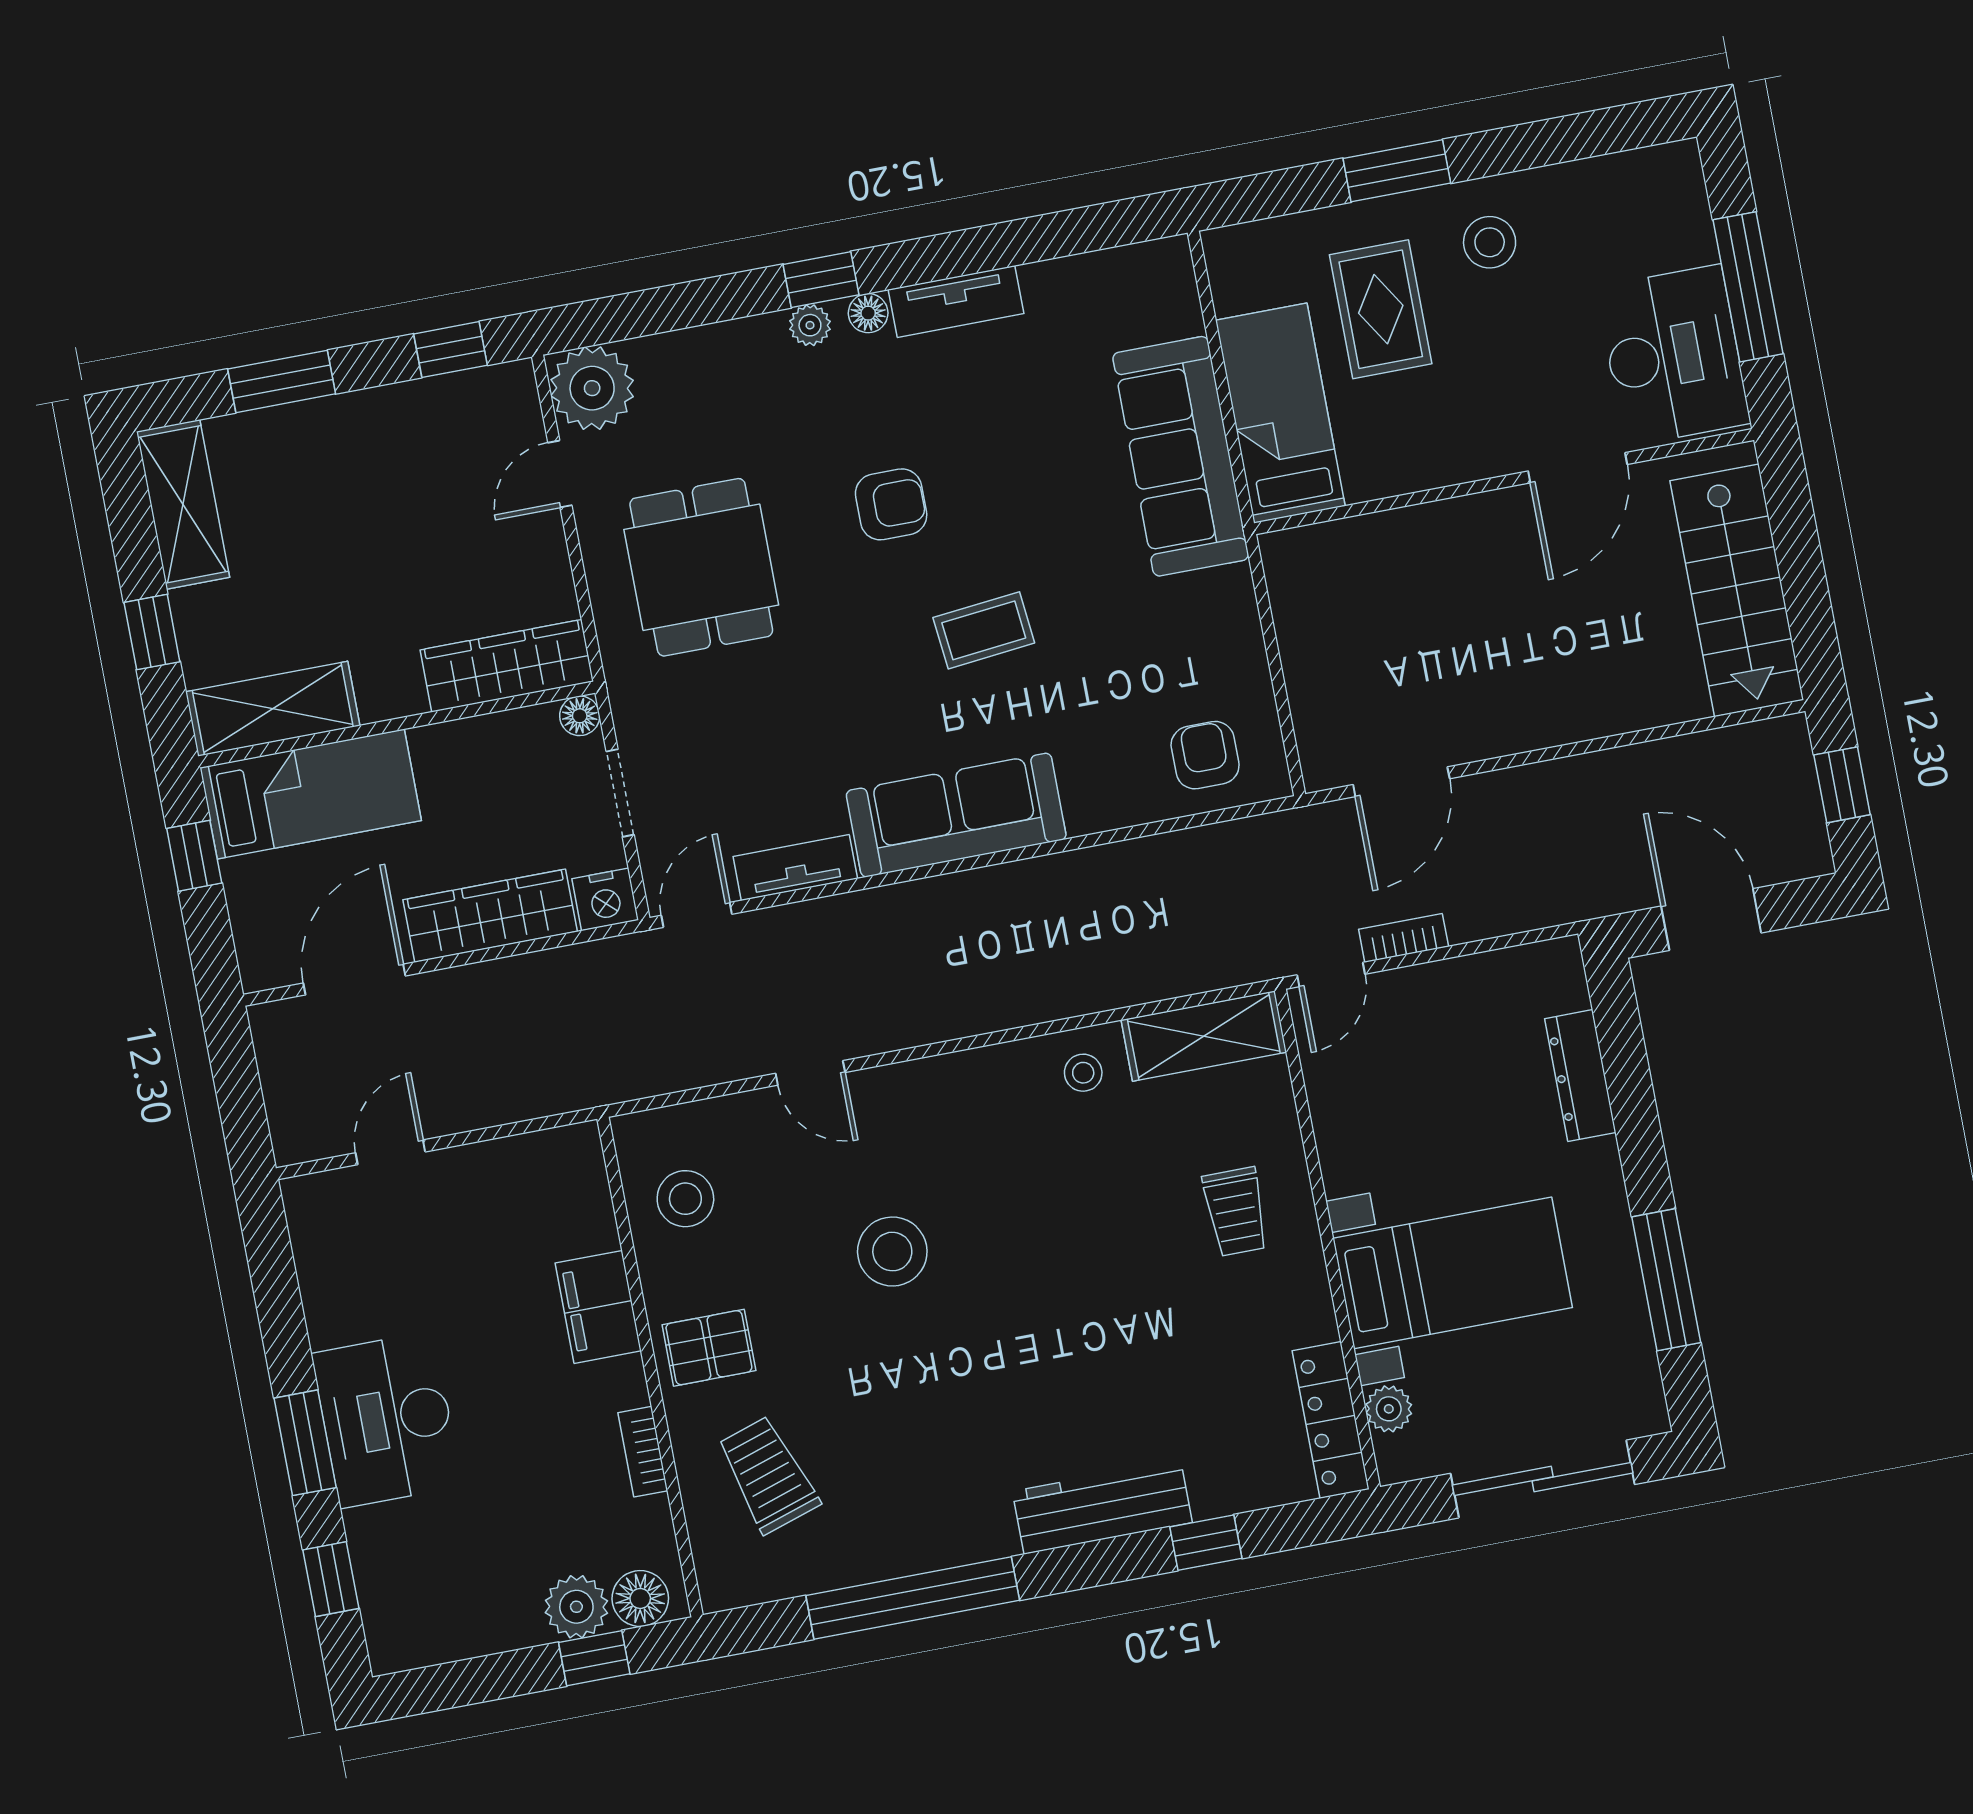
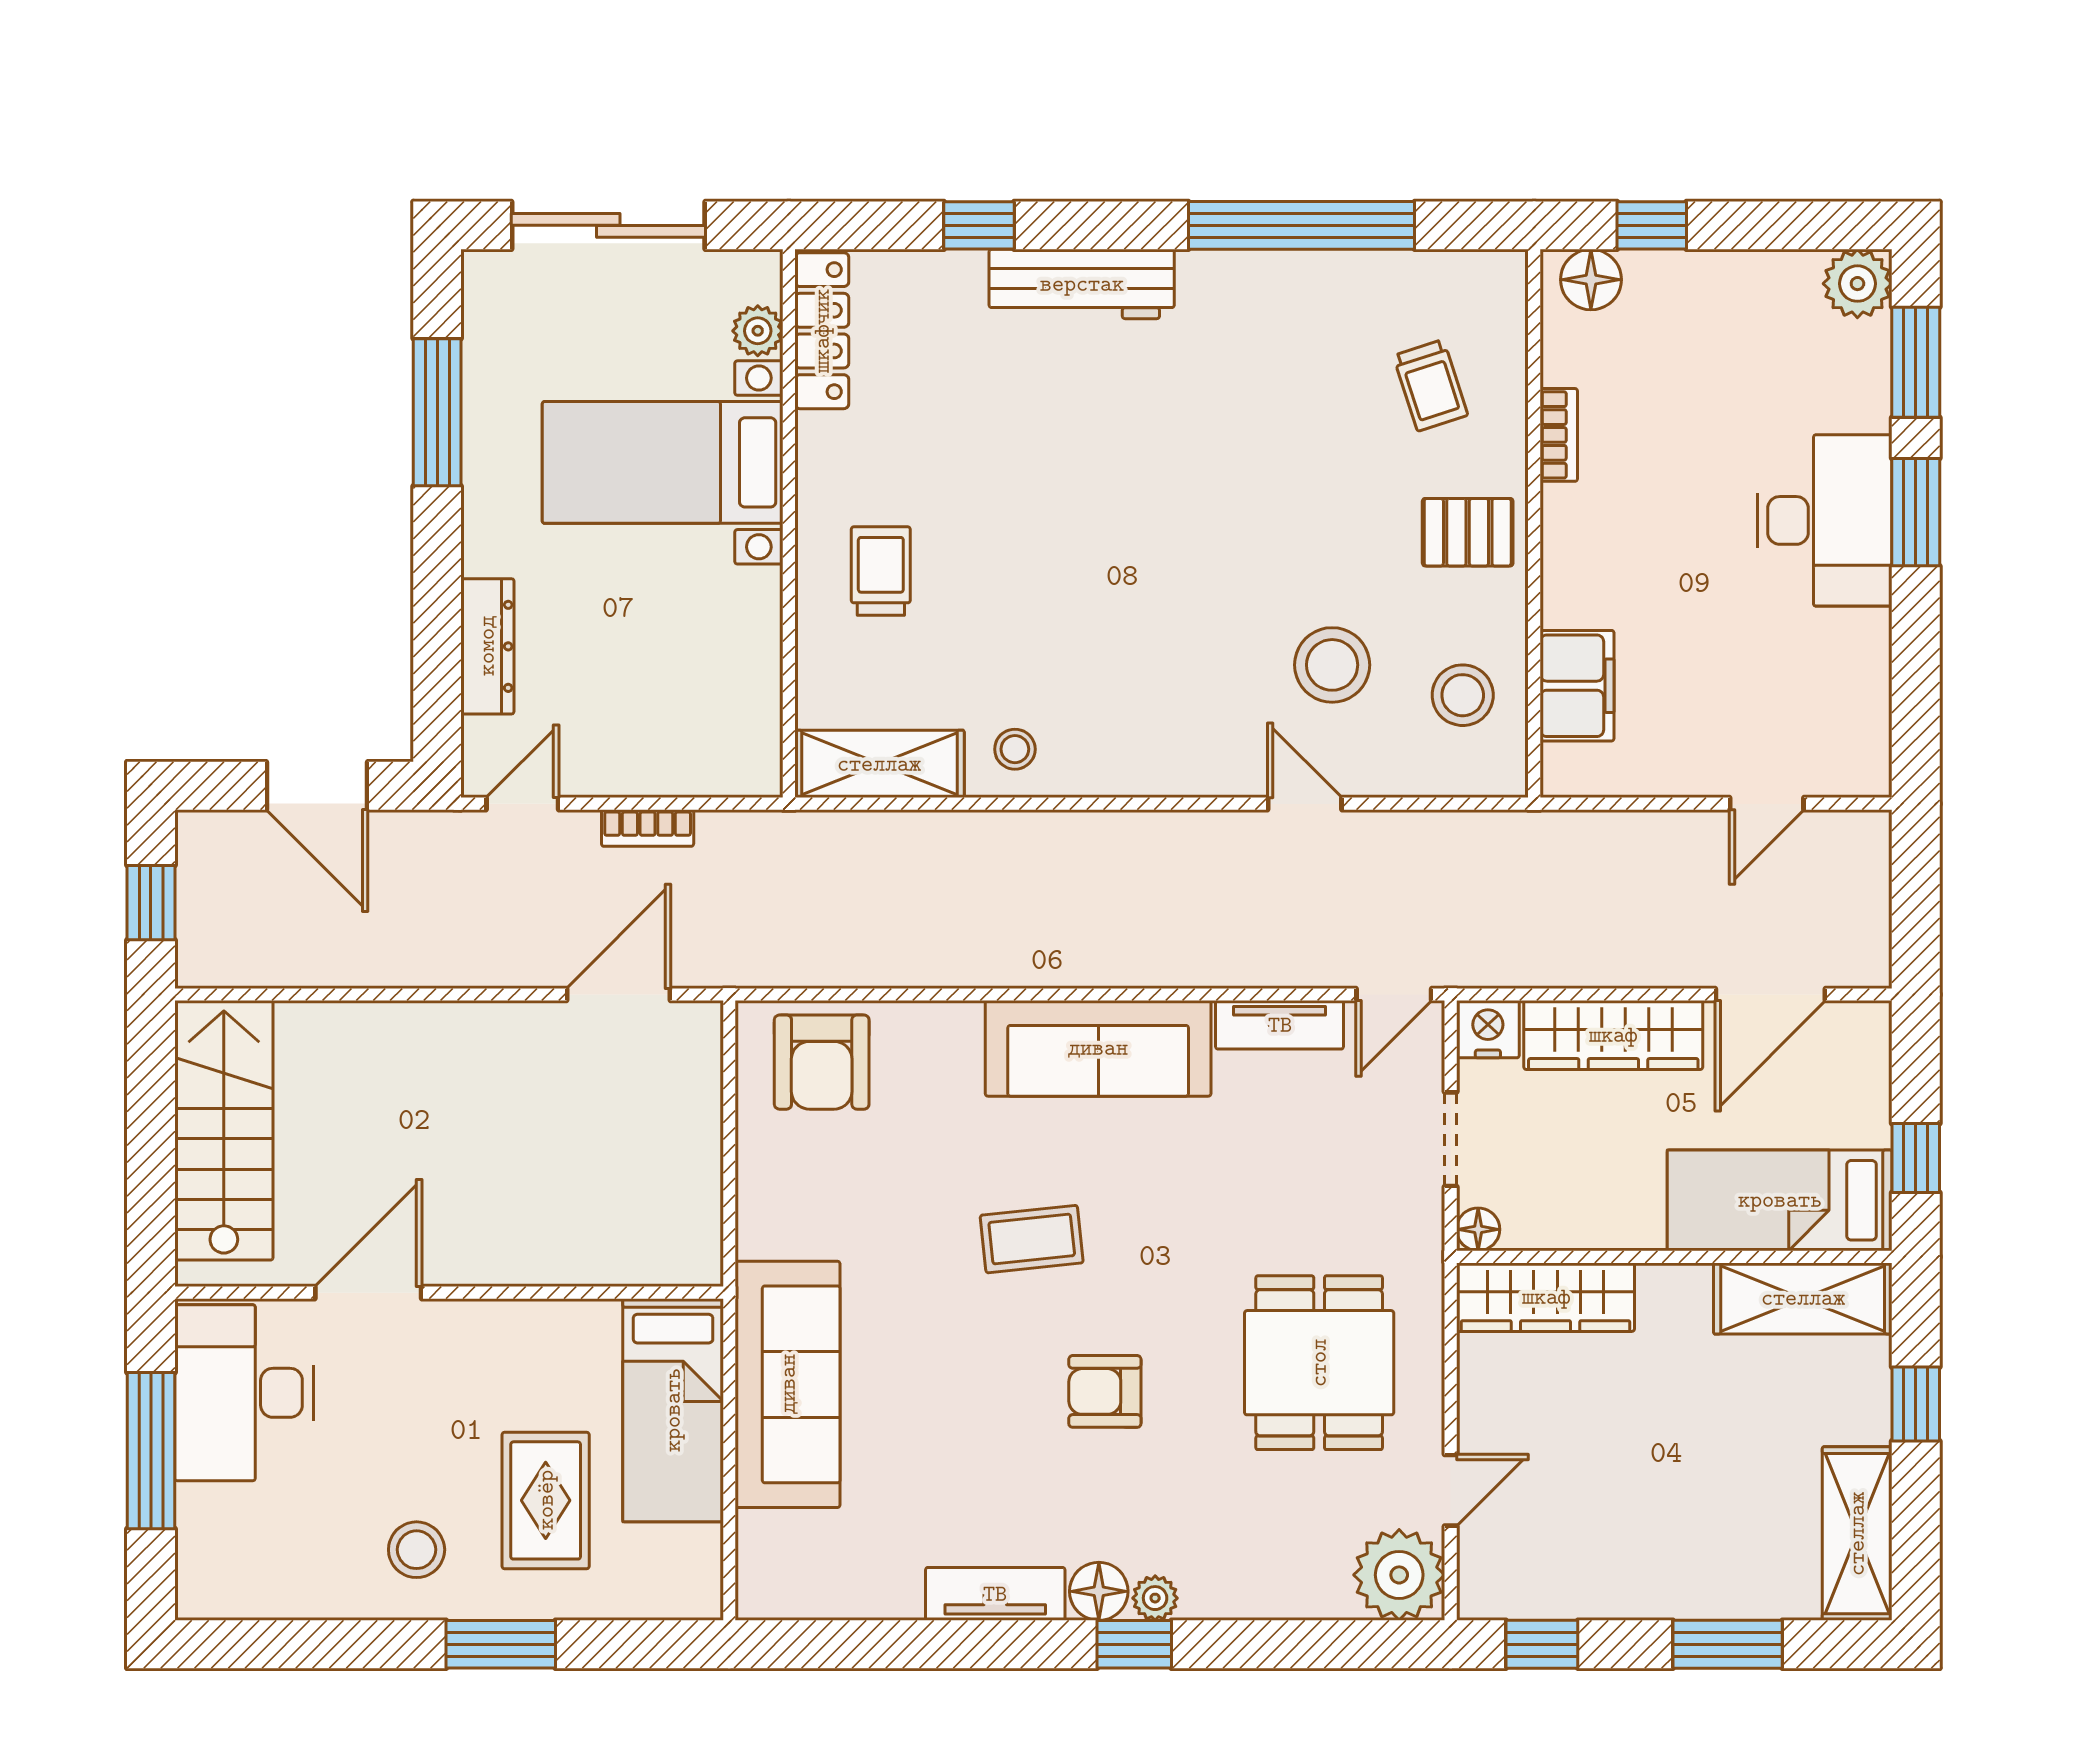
floor lamp: (868, 313) -> (1099, 1591), width x1.37, depth x1.37
armchair: (1205, 755) -> (822, 1062), width x1.38, depth x1.38
door: (1331, 975) -> (522, 804), moved
stool: (892, 1252) -> (1332, 665), moved
filing cabinet: (598, 1307) -> (1577, 686), moved
trolley: (768, 1475) -> (1430, 385), width x0.73, depth x0.72
window: (331, 1579) -> (1916, 362), width x1.50
plant: (576, 1607) -> (1857, 284), moved

